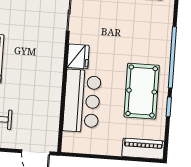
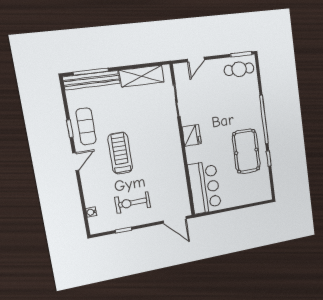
bar counter: (82, 101) -> (205, 187), moved
piano: (143, 149) -> (256, 195), removed

